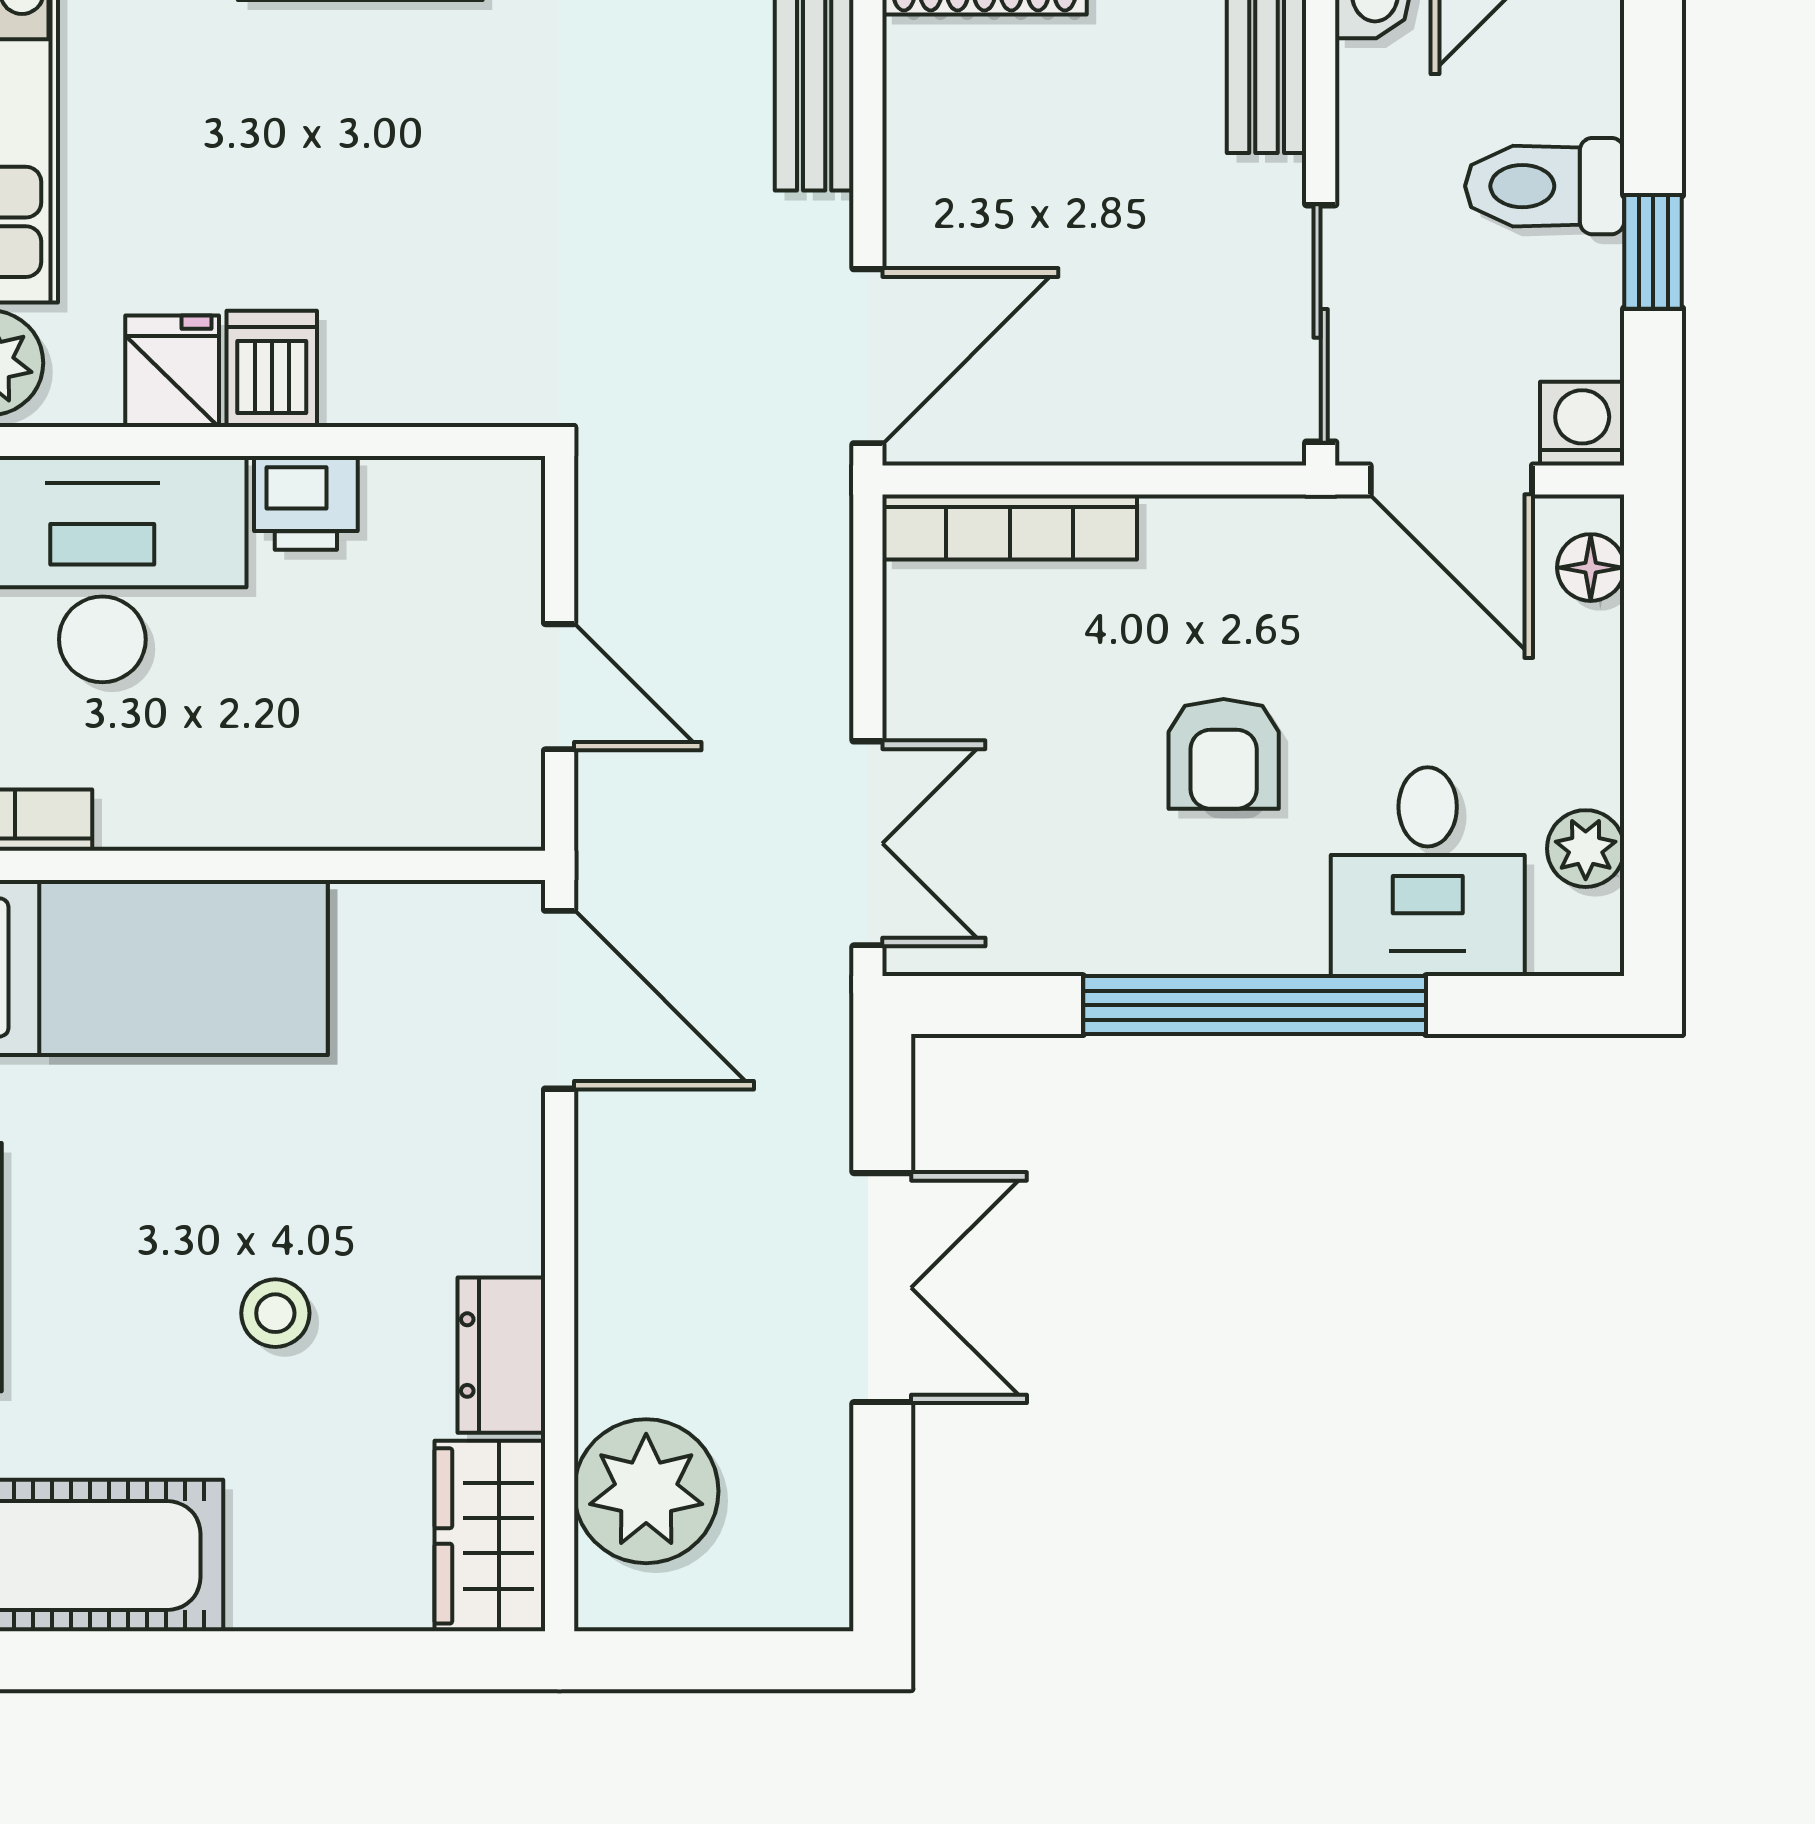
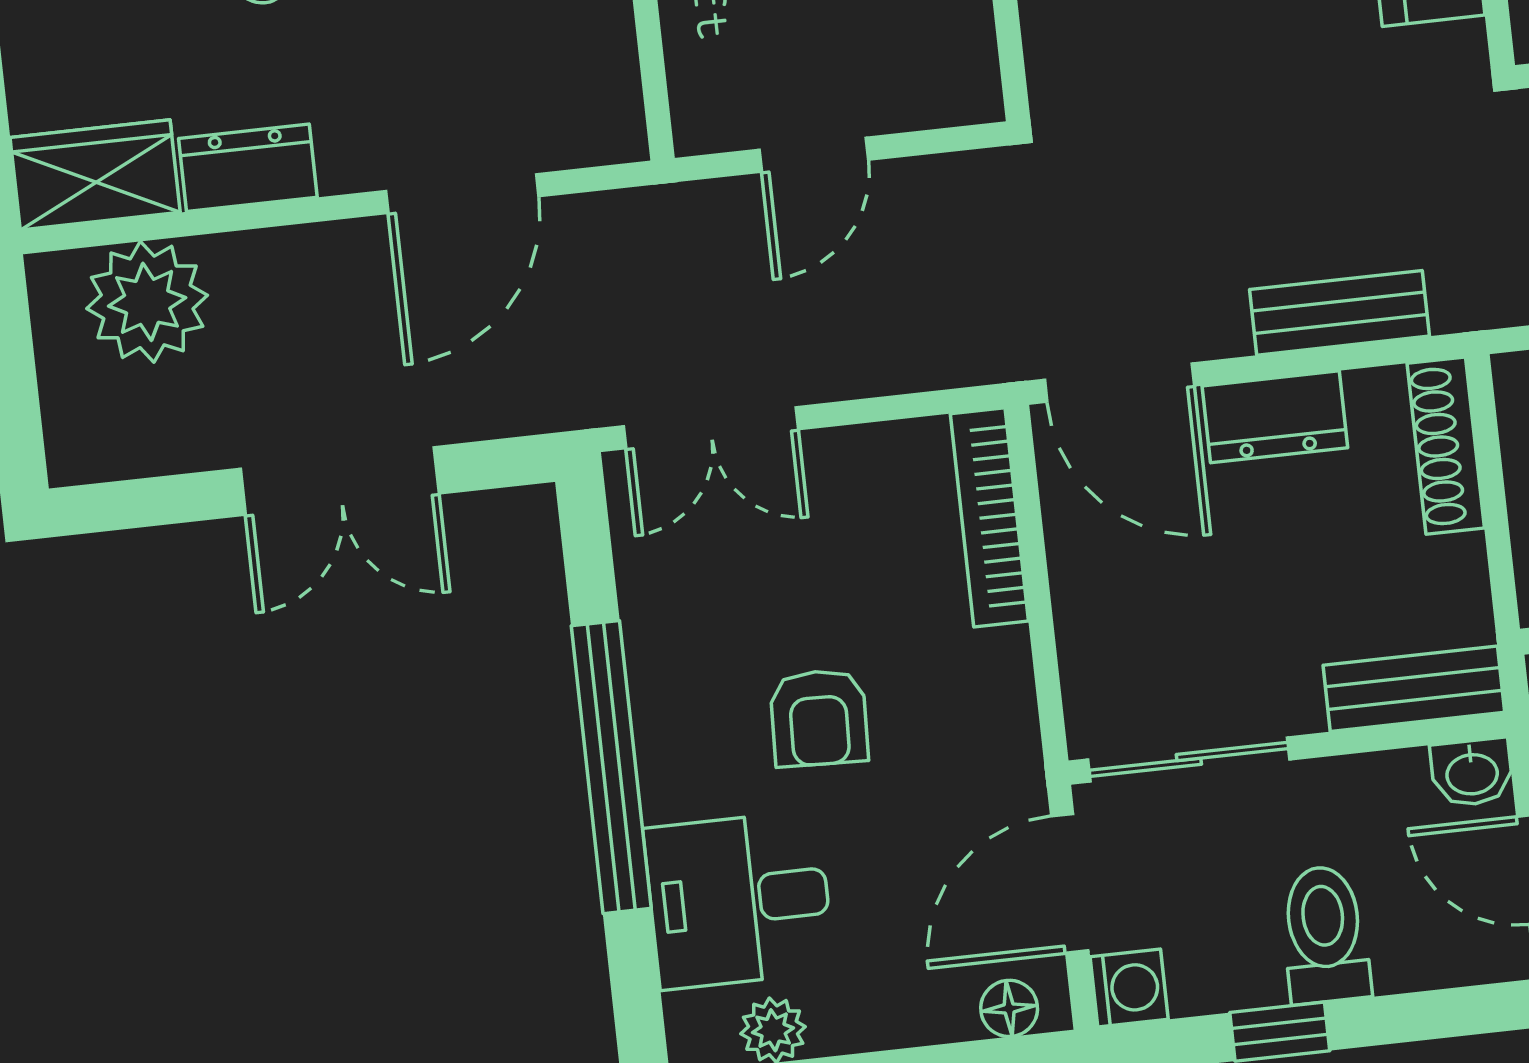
dresser: (928, 178) -> (1275, 417), added
armchair: (1224, 754) -> (819, 718), turned -88
door: (560, 1000) -> (462, 194), moved

